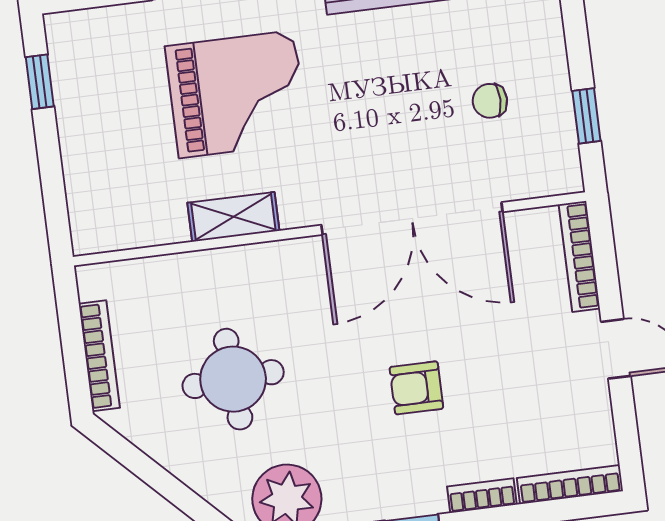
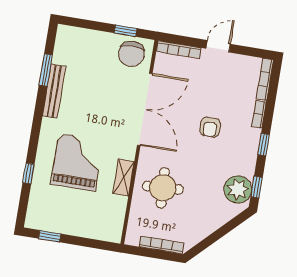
chair: (490, 101) -> (131, 54), moved, width x1.87, depth x1.87
round table: (233, 379) -> (163, 188), moved

